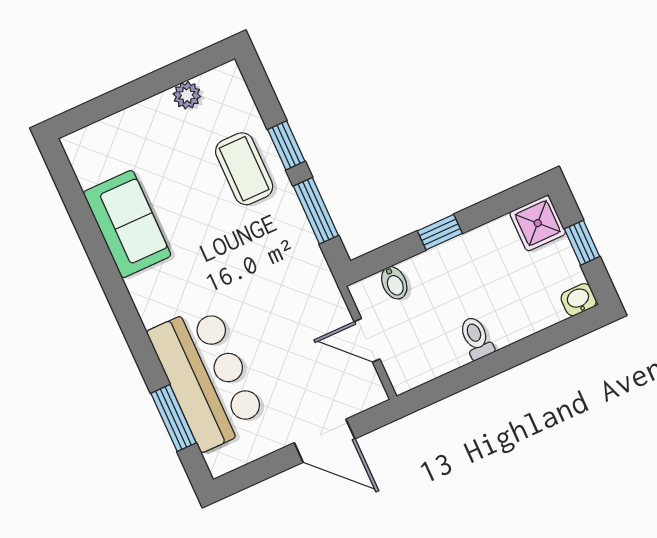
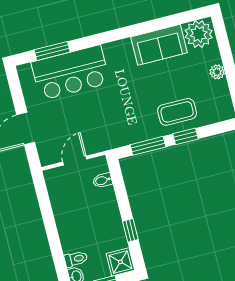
plant: (187, 95) -> (217, 72), moved
plant: (94, 155) -> (199, 34), added
window: (440, 232) -> (130, 230), moved
toilet: (476, 338) -> (76, 259), moved

